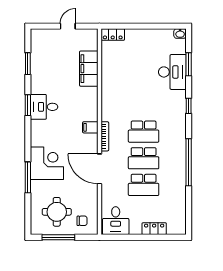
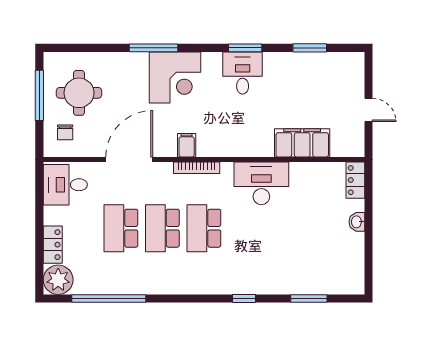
washbasin: (180, 34) -> (357, 222), moved
desk: (172, 72) -> (261, 183), moved, turned 180
filing cabinet: (90, 127) -> (187, 145), moved
window: (189, 162) -> (109, 298), moved
corner desk: (47, 163) -> (175, 77), moved
door: (99, 169) -> (129, 159), moved
window: (28, 177) -> (153, 48), moved
plant: (177, 225) -> (58, 280), added

